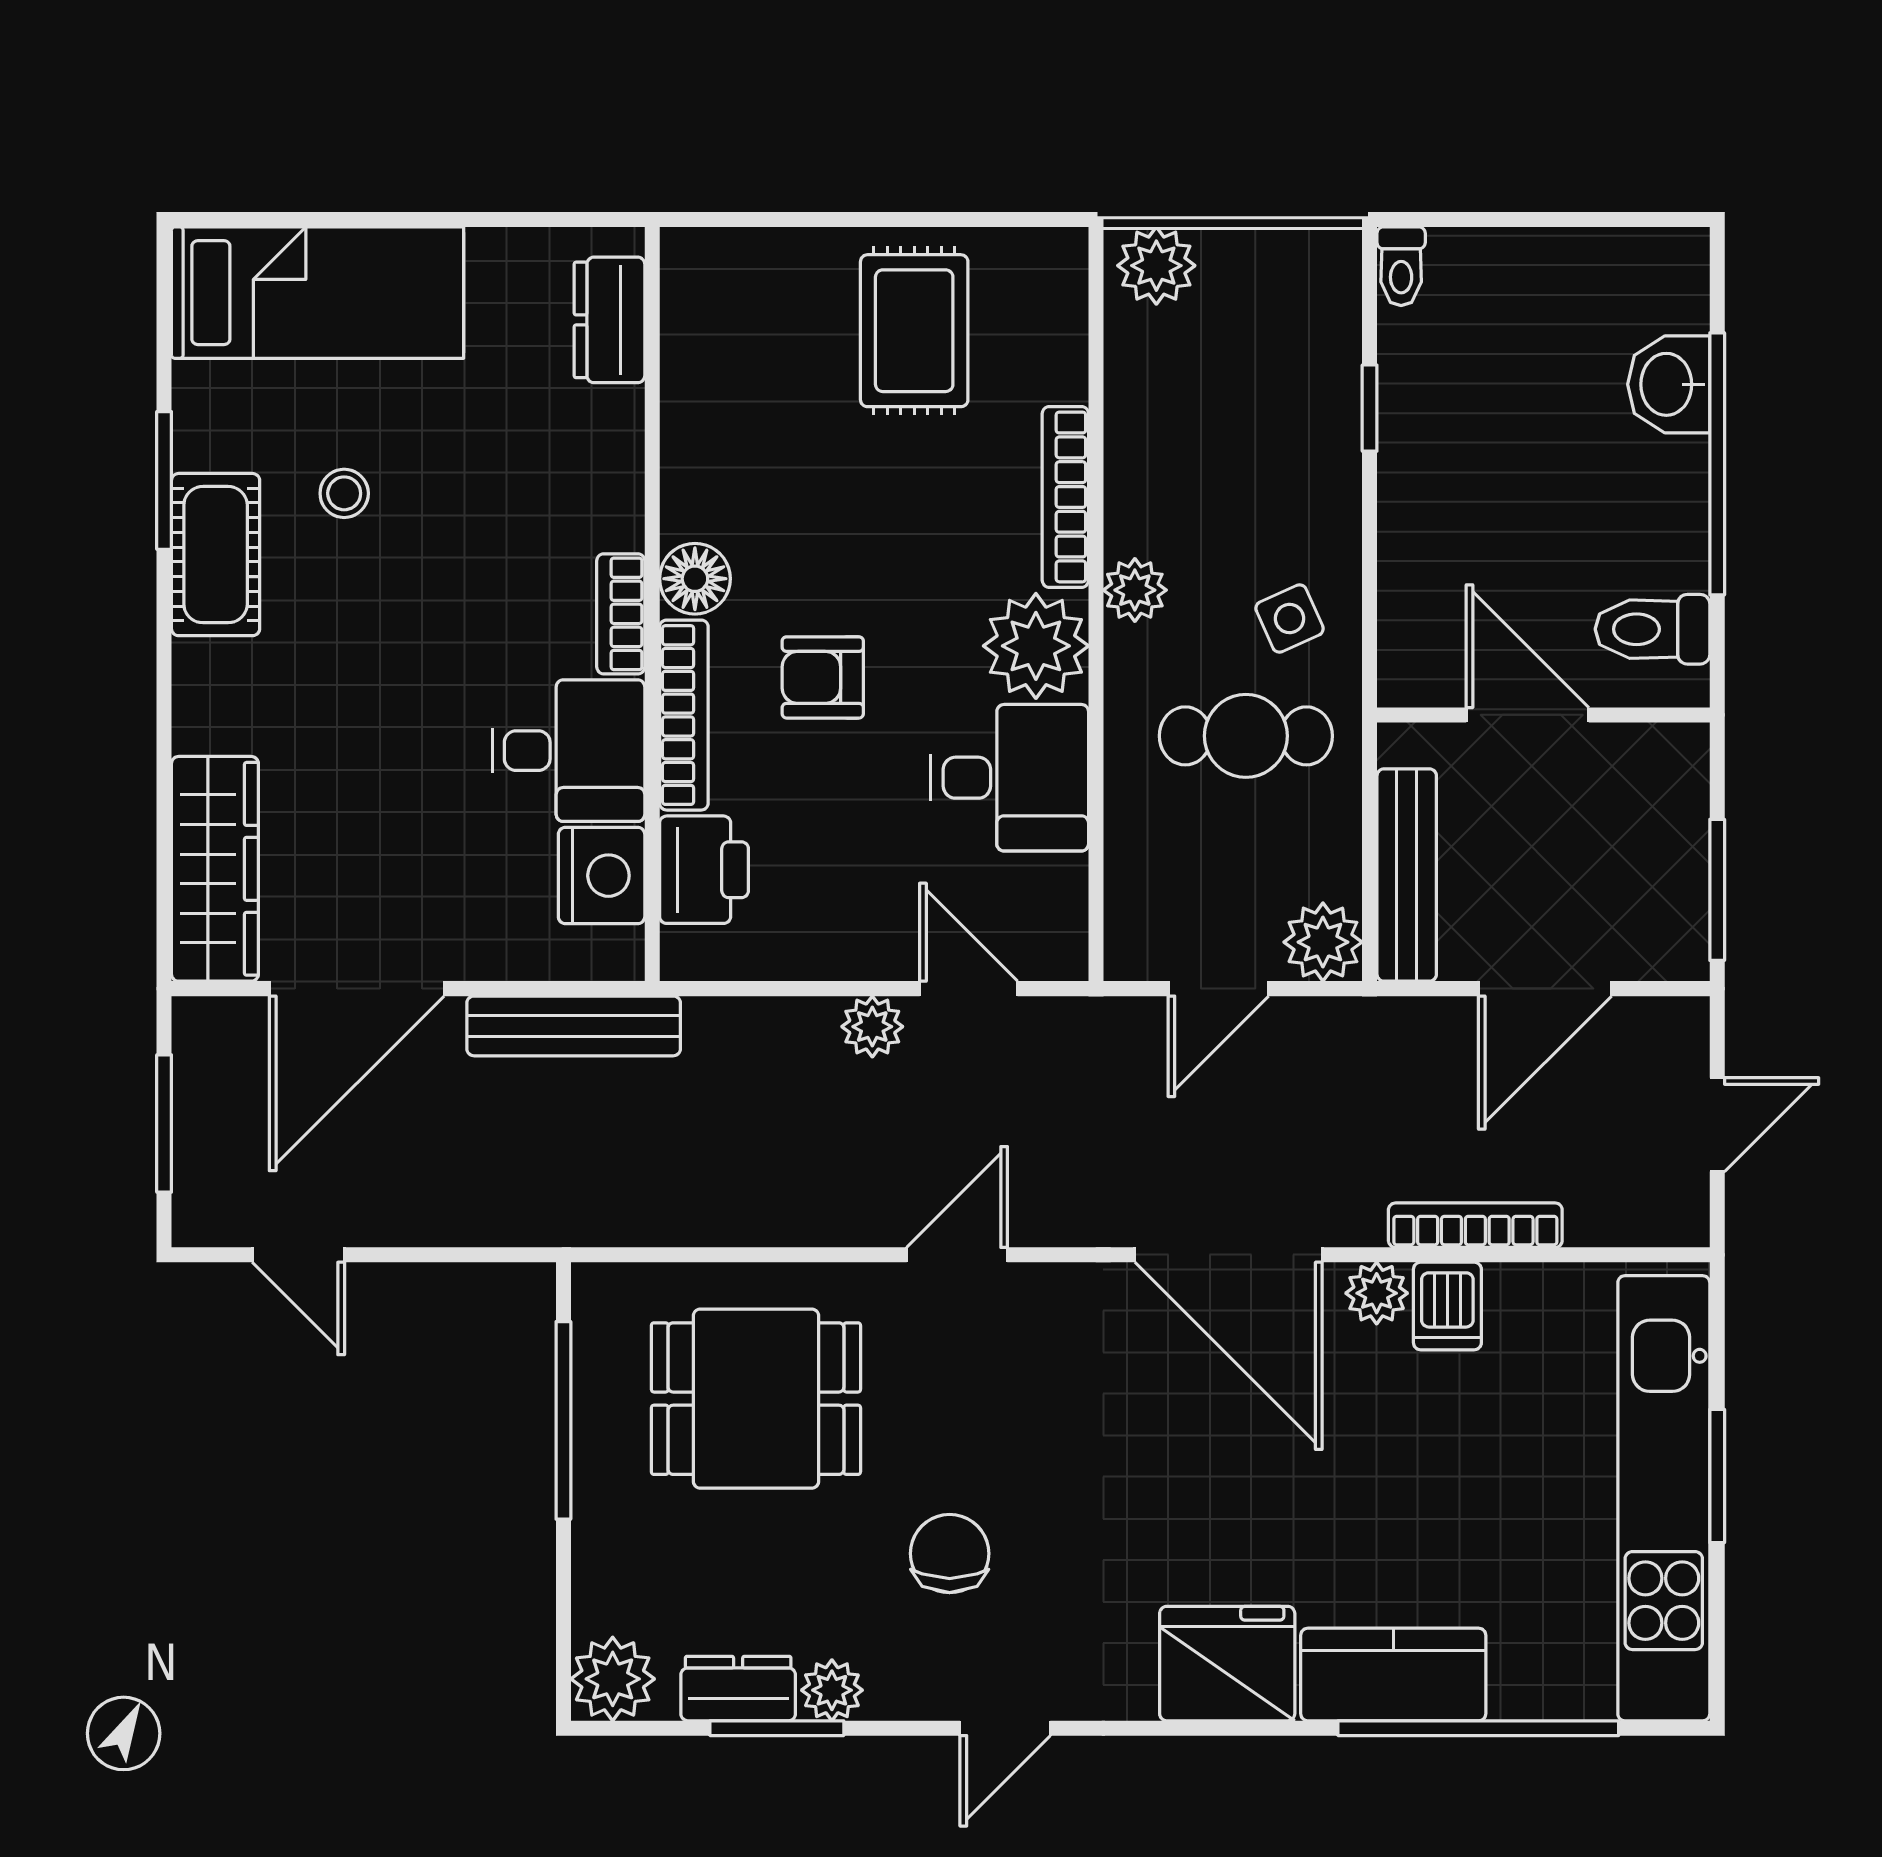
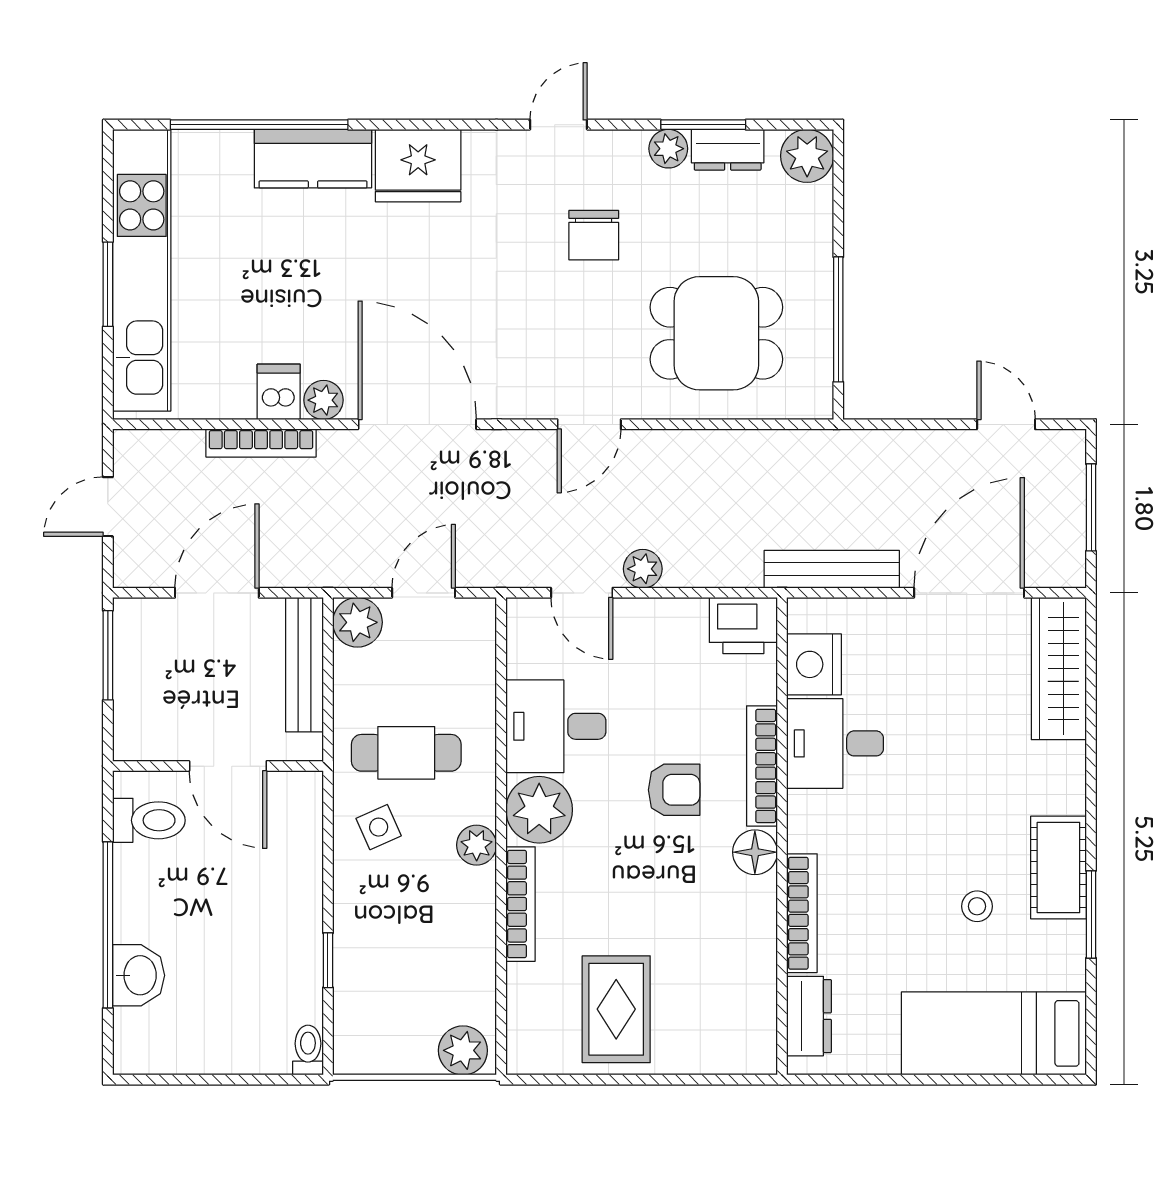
bookcase: (621, 614) -> (802, 913), moved, width x1.56
printer: (704, 870) -> (743, 626), moved, turned -90

